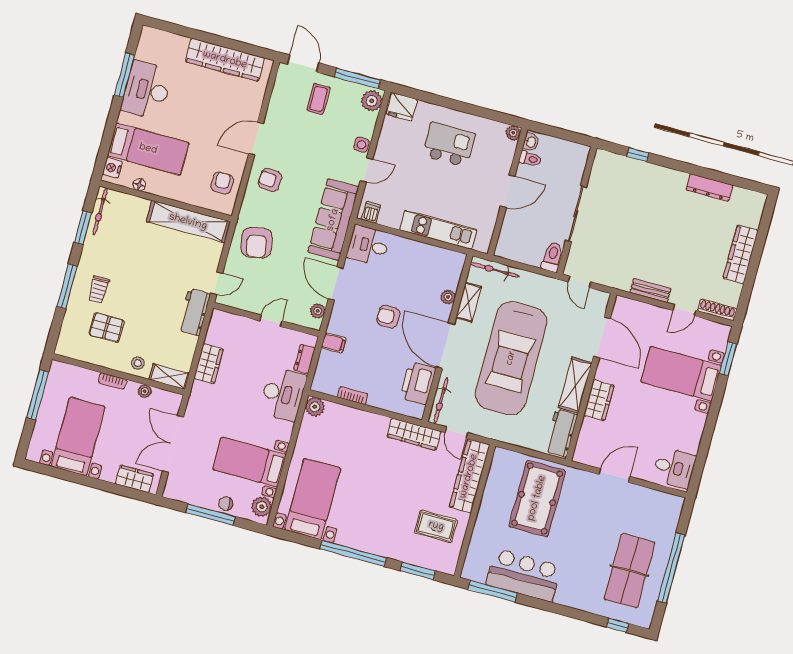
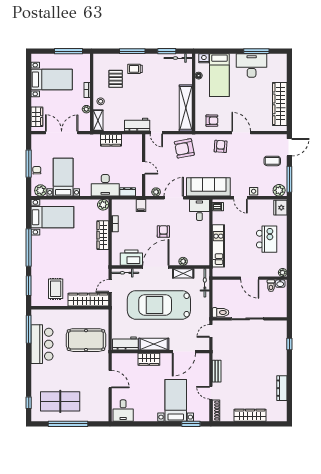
wardrobe: (414, 434) -> (103, 235), moved

